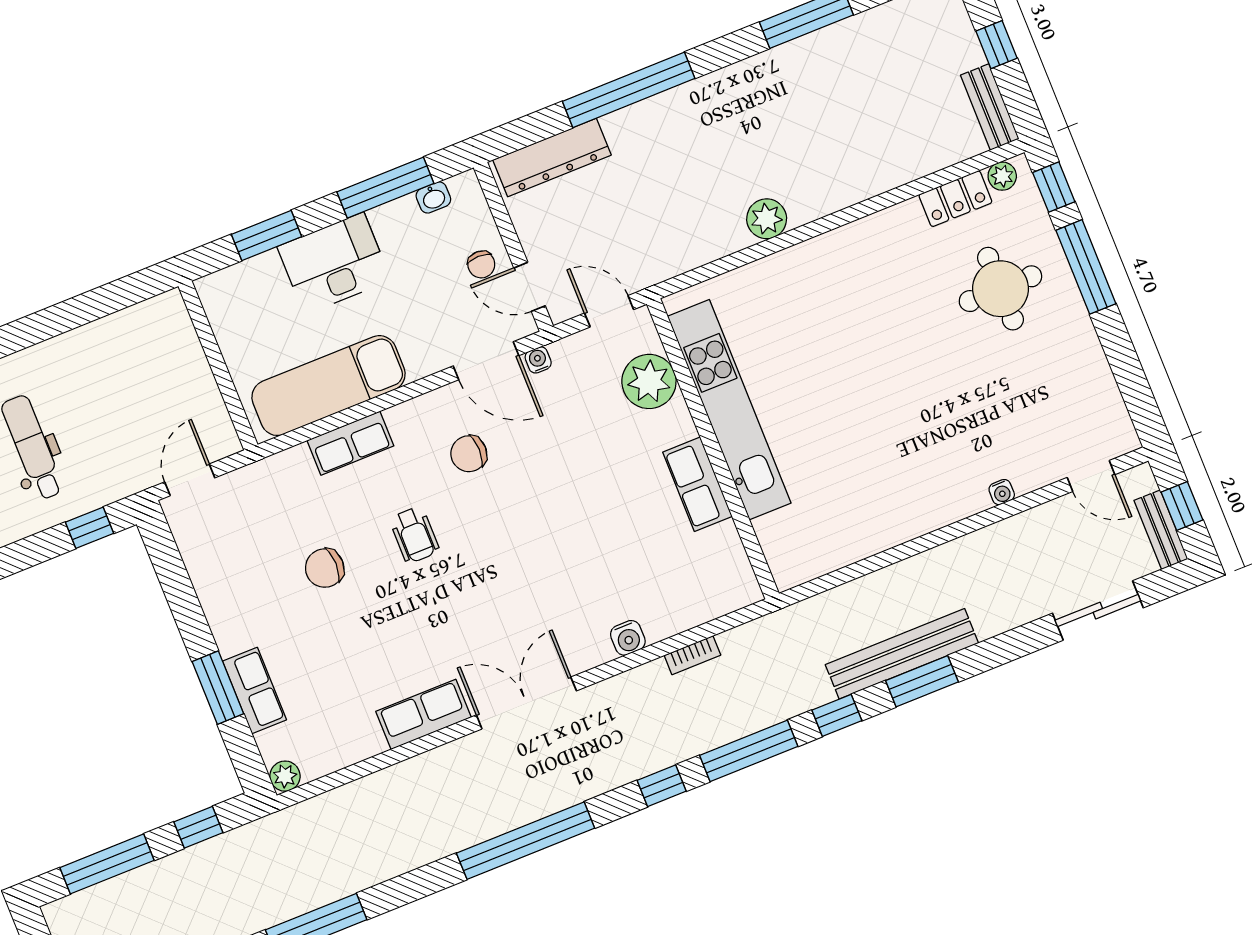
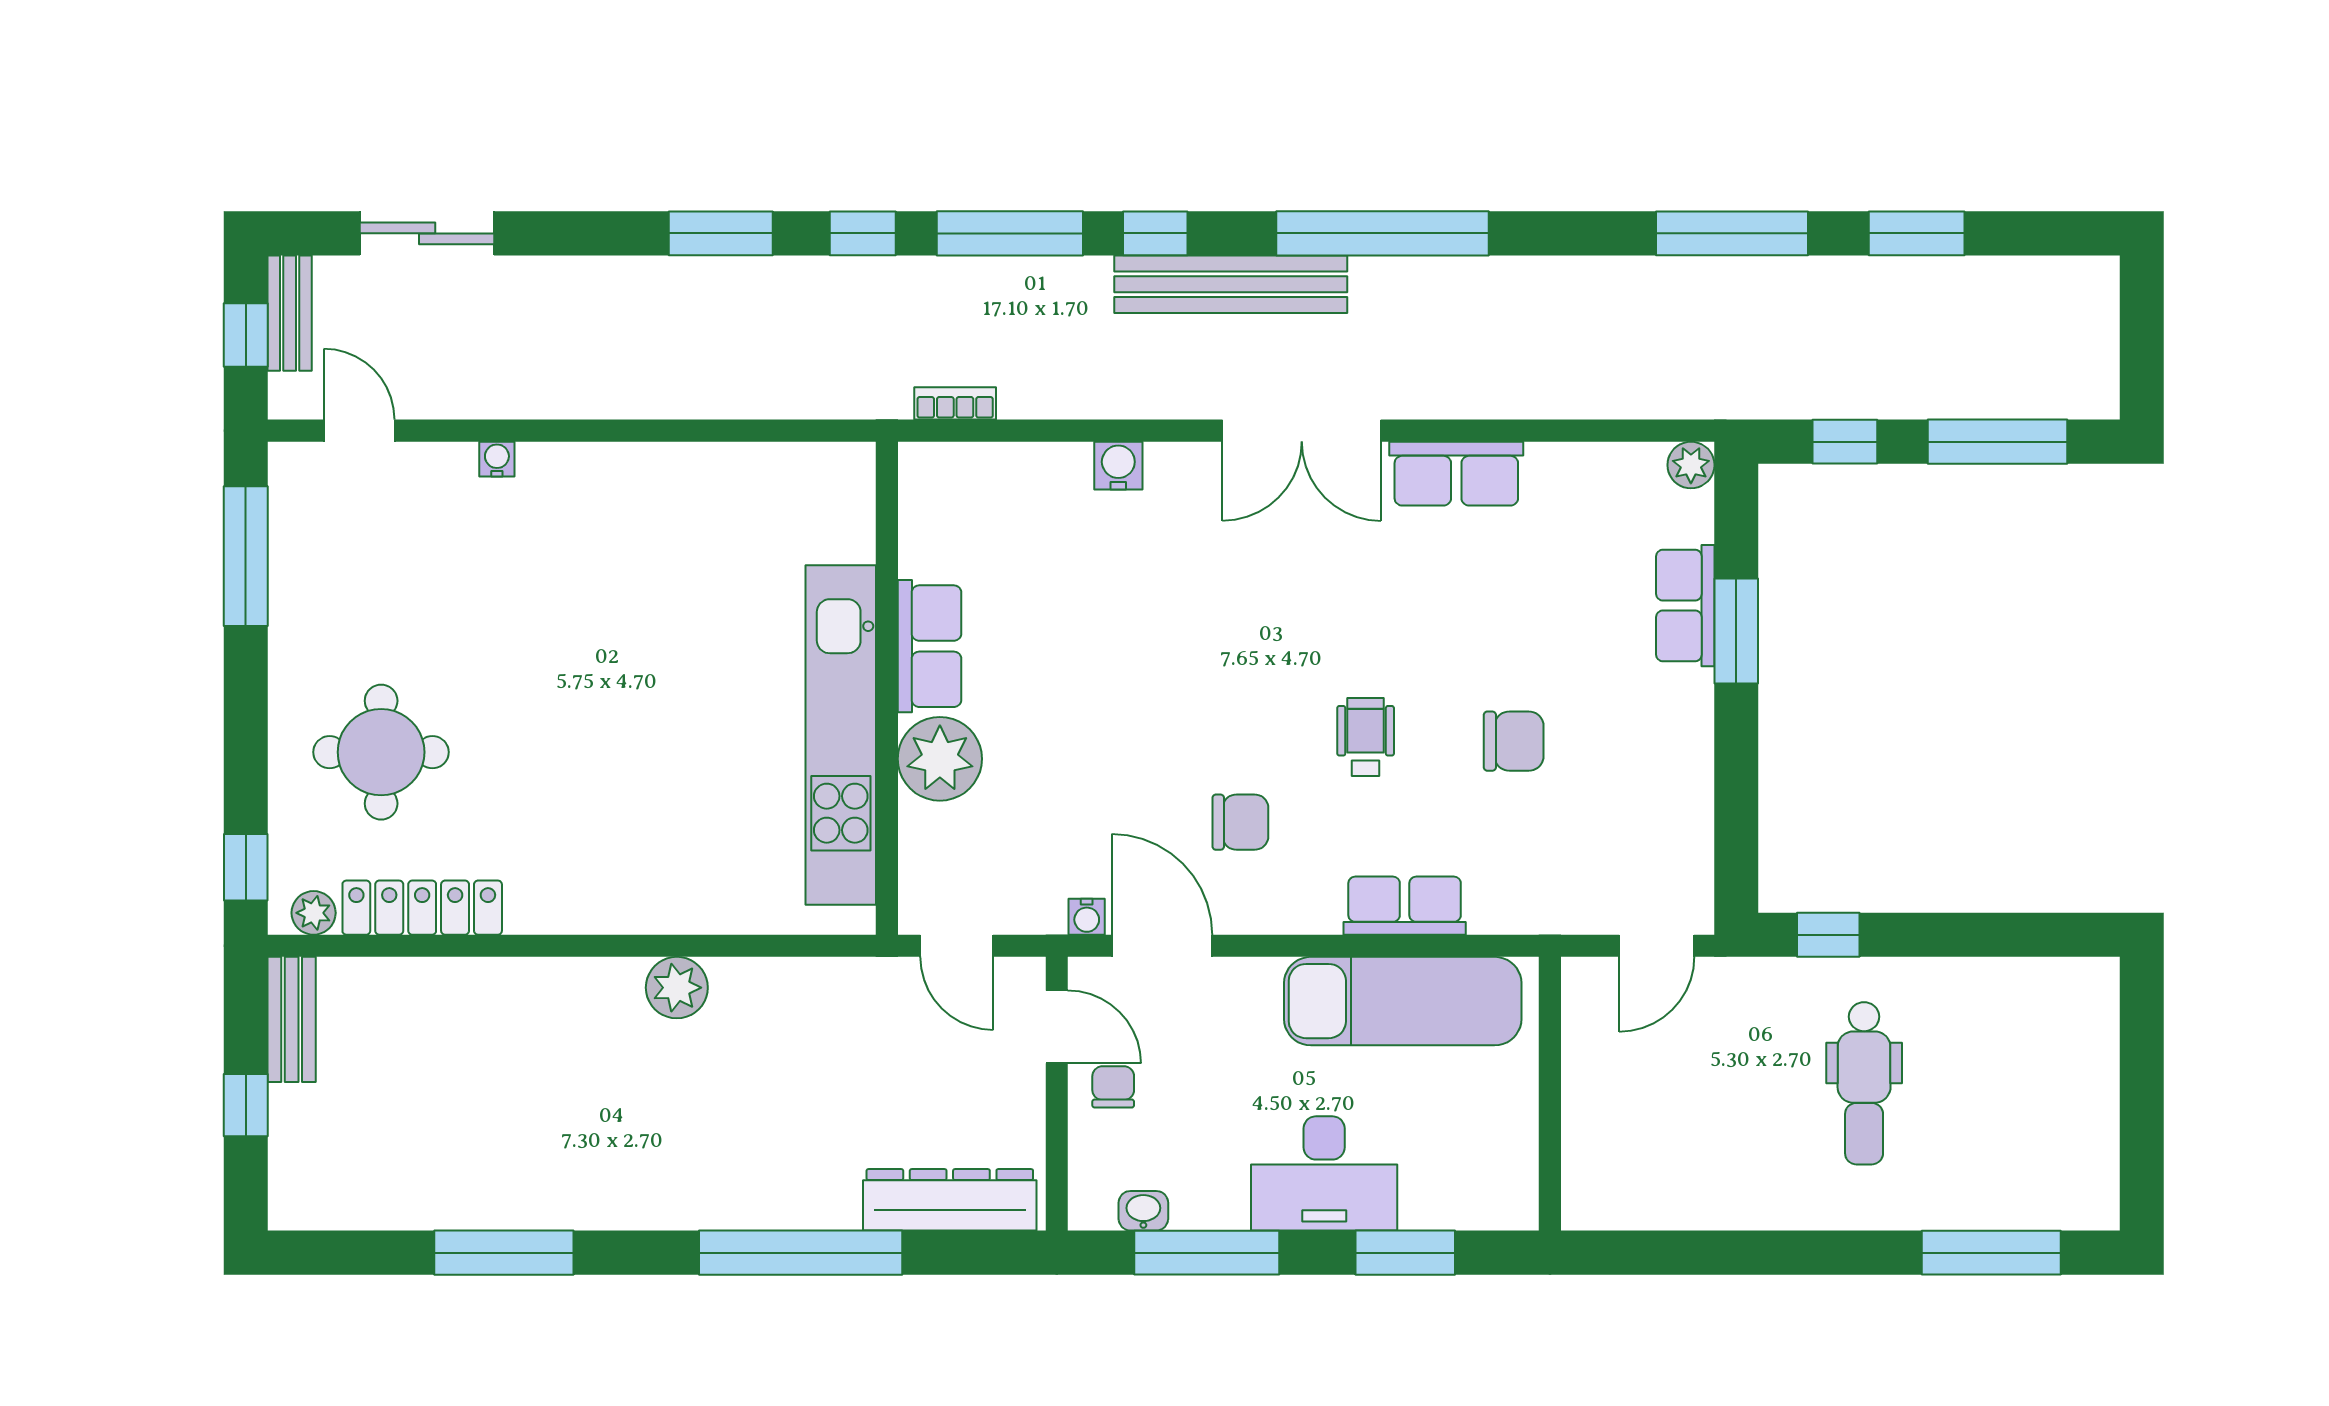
locker: (955, 199) -> (422, 908), width x1.53
window: (1086, 267) -> (246, 556), moved
plant: (649, 381) -> (940, 759), moved
bench: (902, 654) -> (1231, 284), moved
bookcase: (692, 655) -> (955, 403), moved

